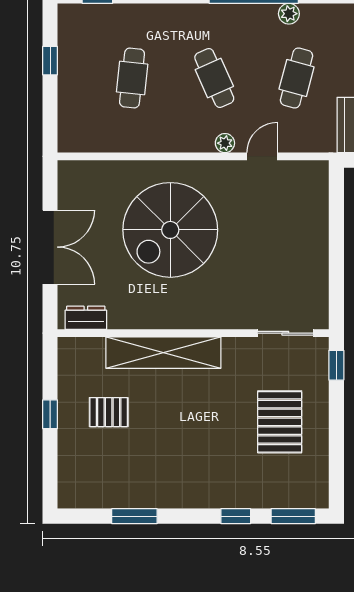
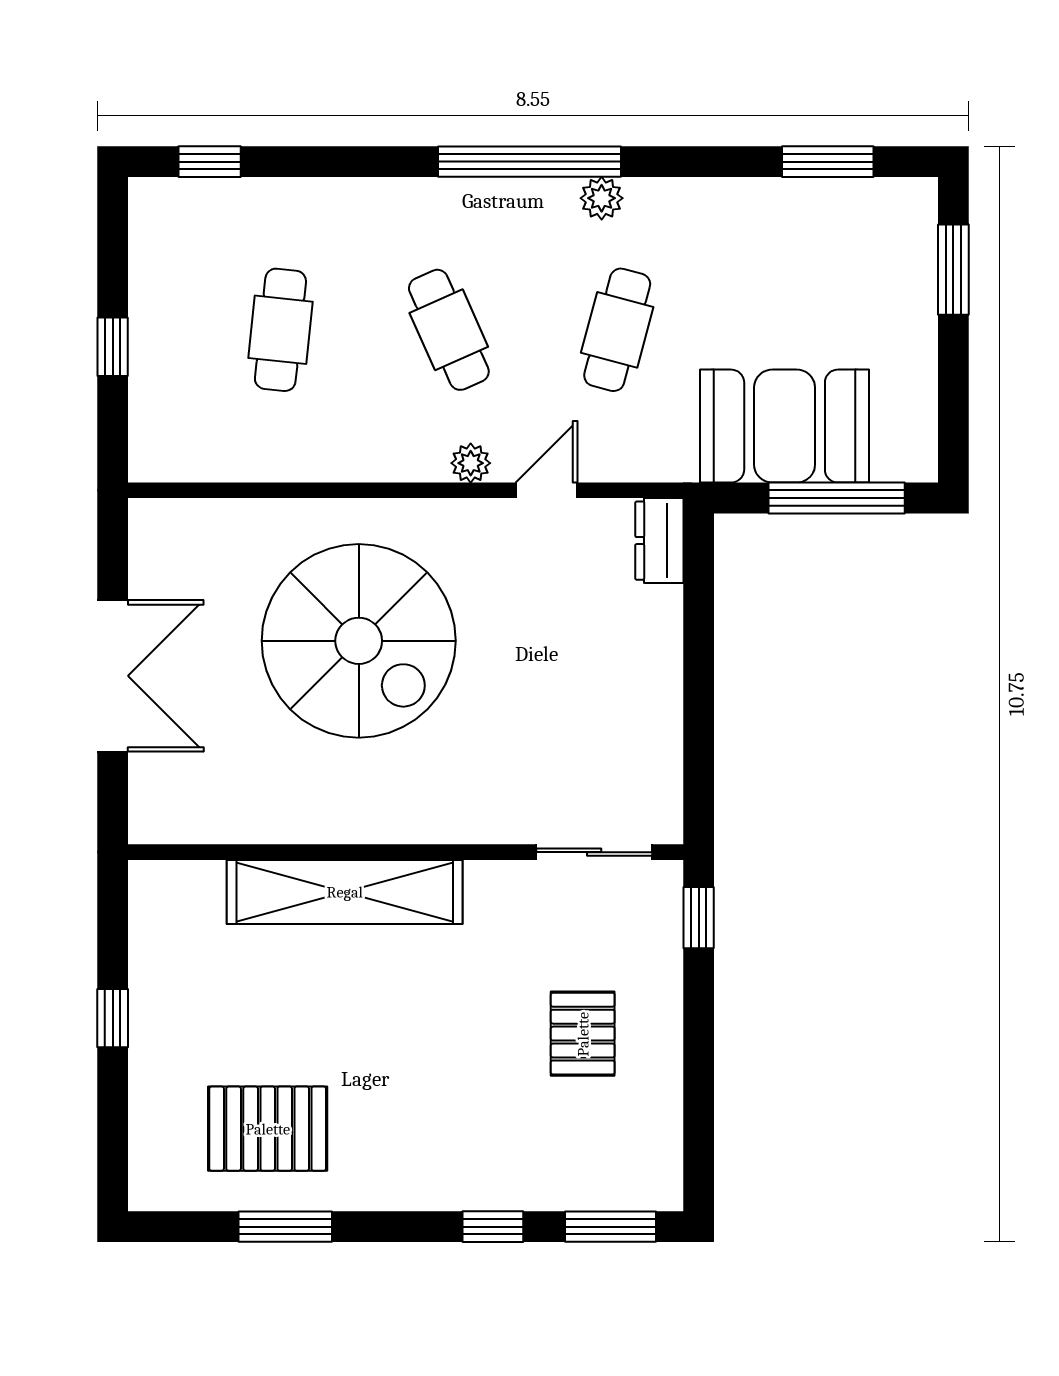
window: (50, 61) -> (113, 347), moved
spiral stairs: (170, 230) -> (359, 641), turned -90
dresser: (86, 318) -> (659, 541), moved, turned -90
pallet: (109, 412) -> (268, 1129), moved, width x1.50, depth x1.42
pallet: (280, 422) -> (583, 1034), width x0.67, depth x0.71

